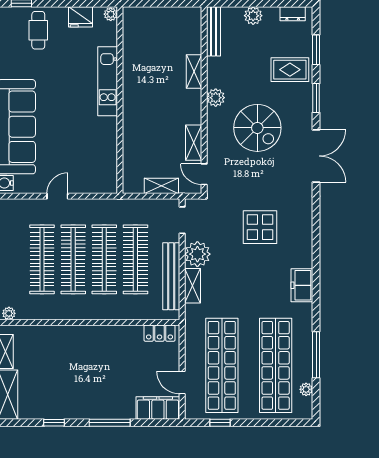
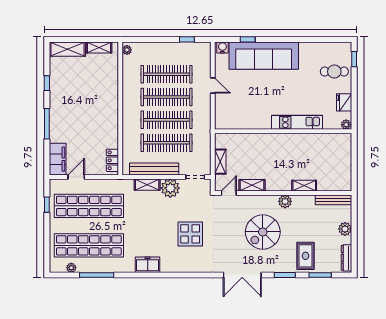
dresser: (293, 14) -> (346, 258), width x1.44

